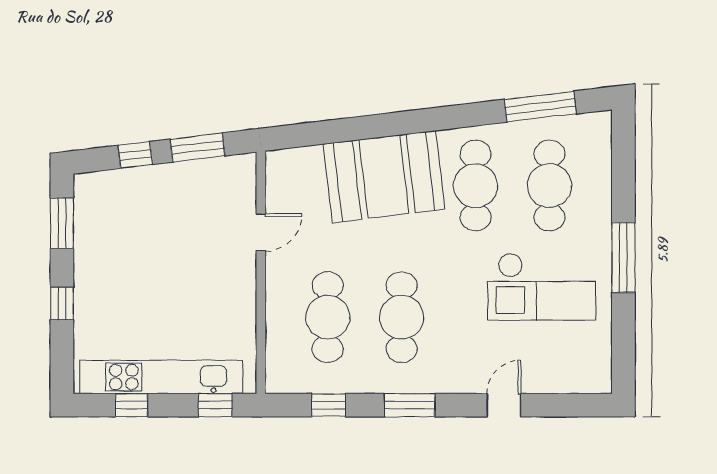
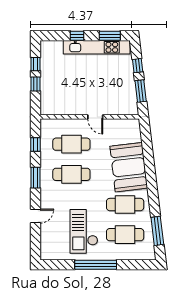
door: (261, 232) -> (95, 117), moved
window: (623, 258) -> (96, 265), width x1.46
kitchen unit: (161, 377) -> (97, 47), moved, turned 90
window: (215, 405) -> (36, 84), moved
door: (504, 405) -> (36, 216), hinge flipped

